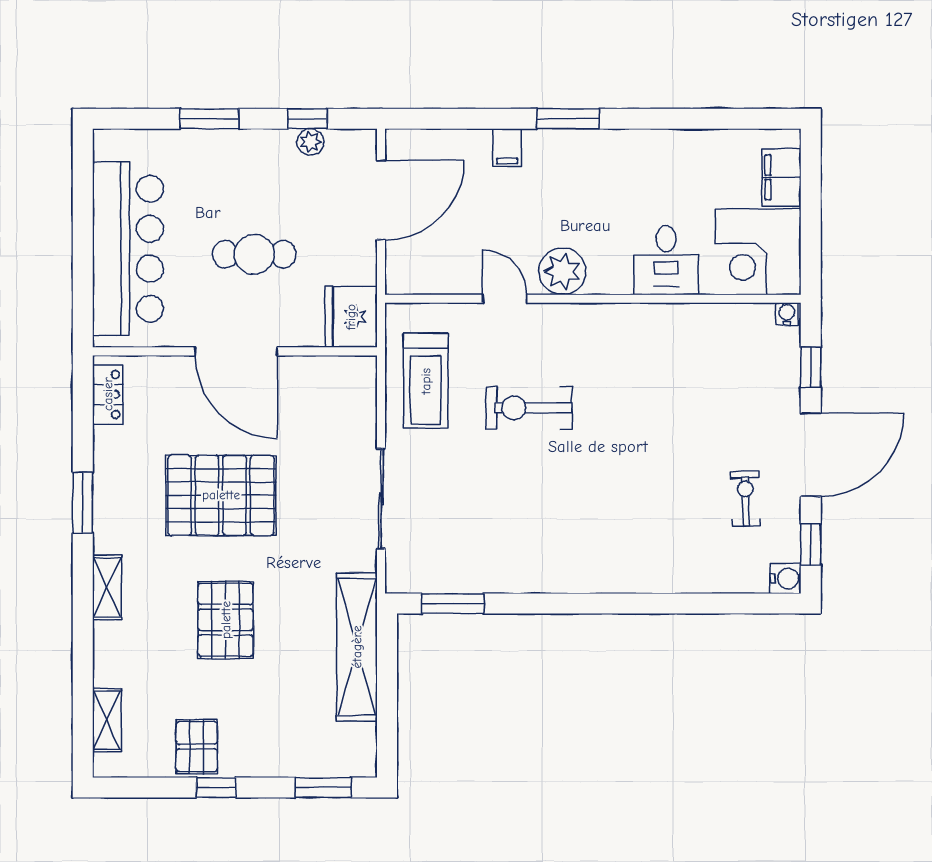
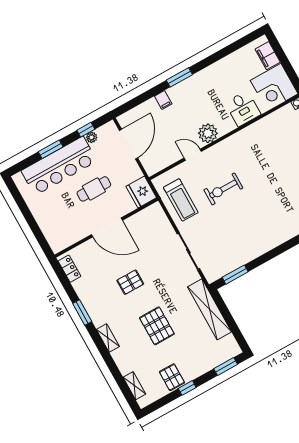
bar counter: (128, 249) -> (59, 166), moved, turned 90
pallet: (221, 495) -> (130, 282), width x0.49, depth x0.50

